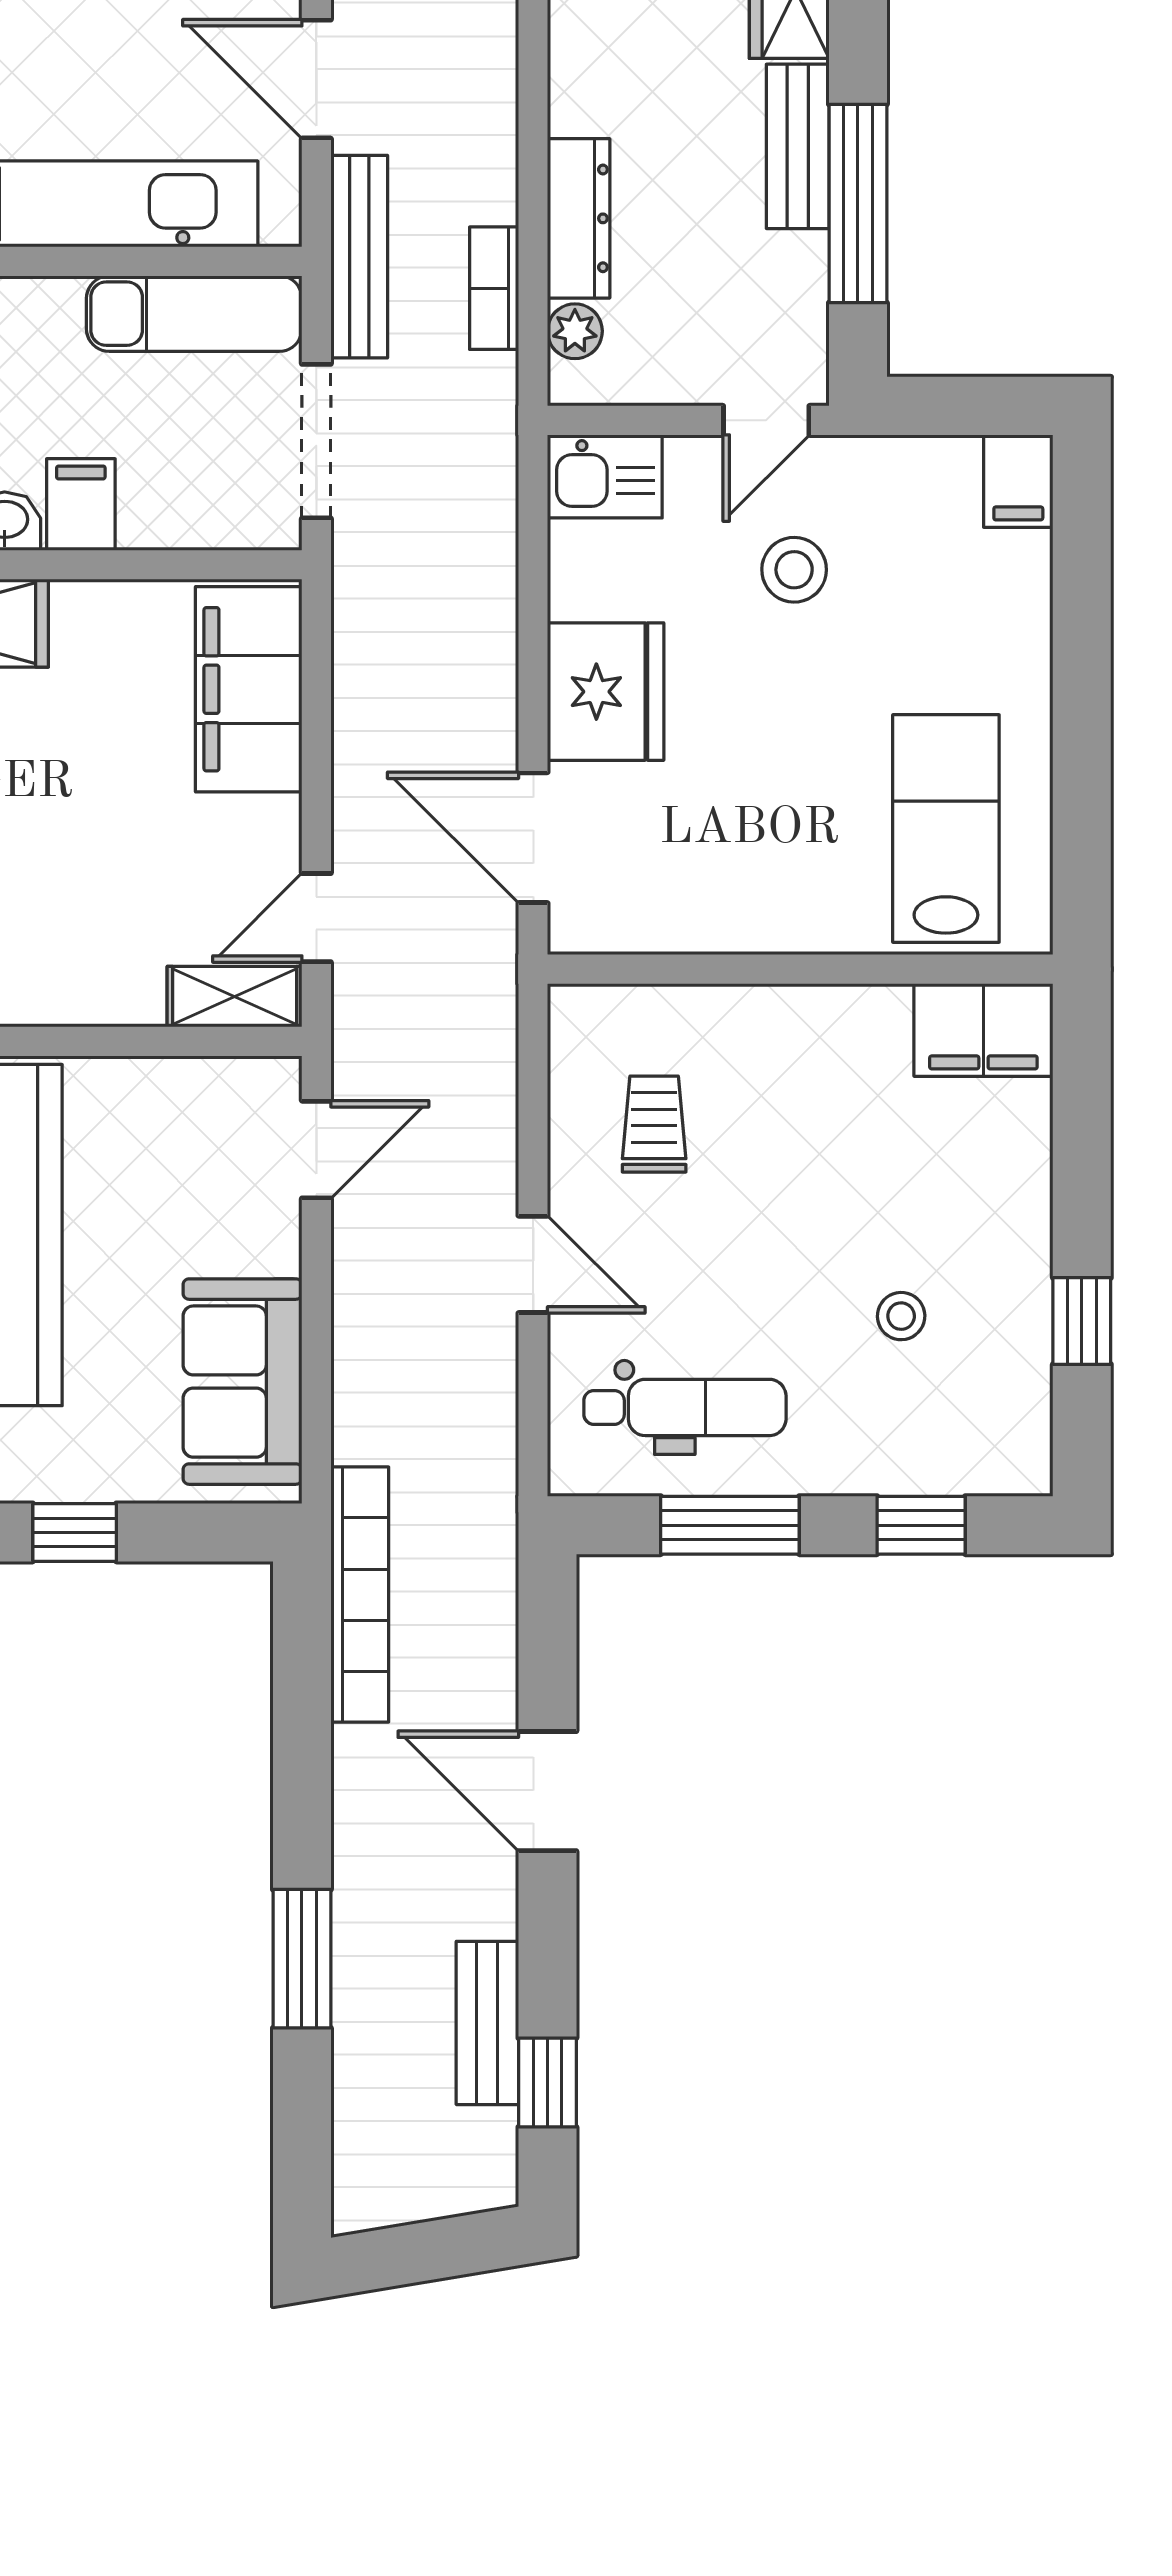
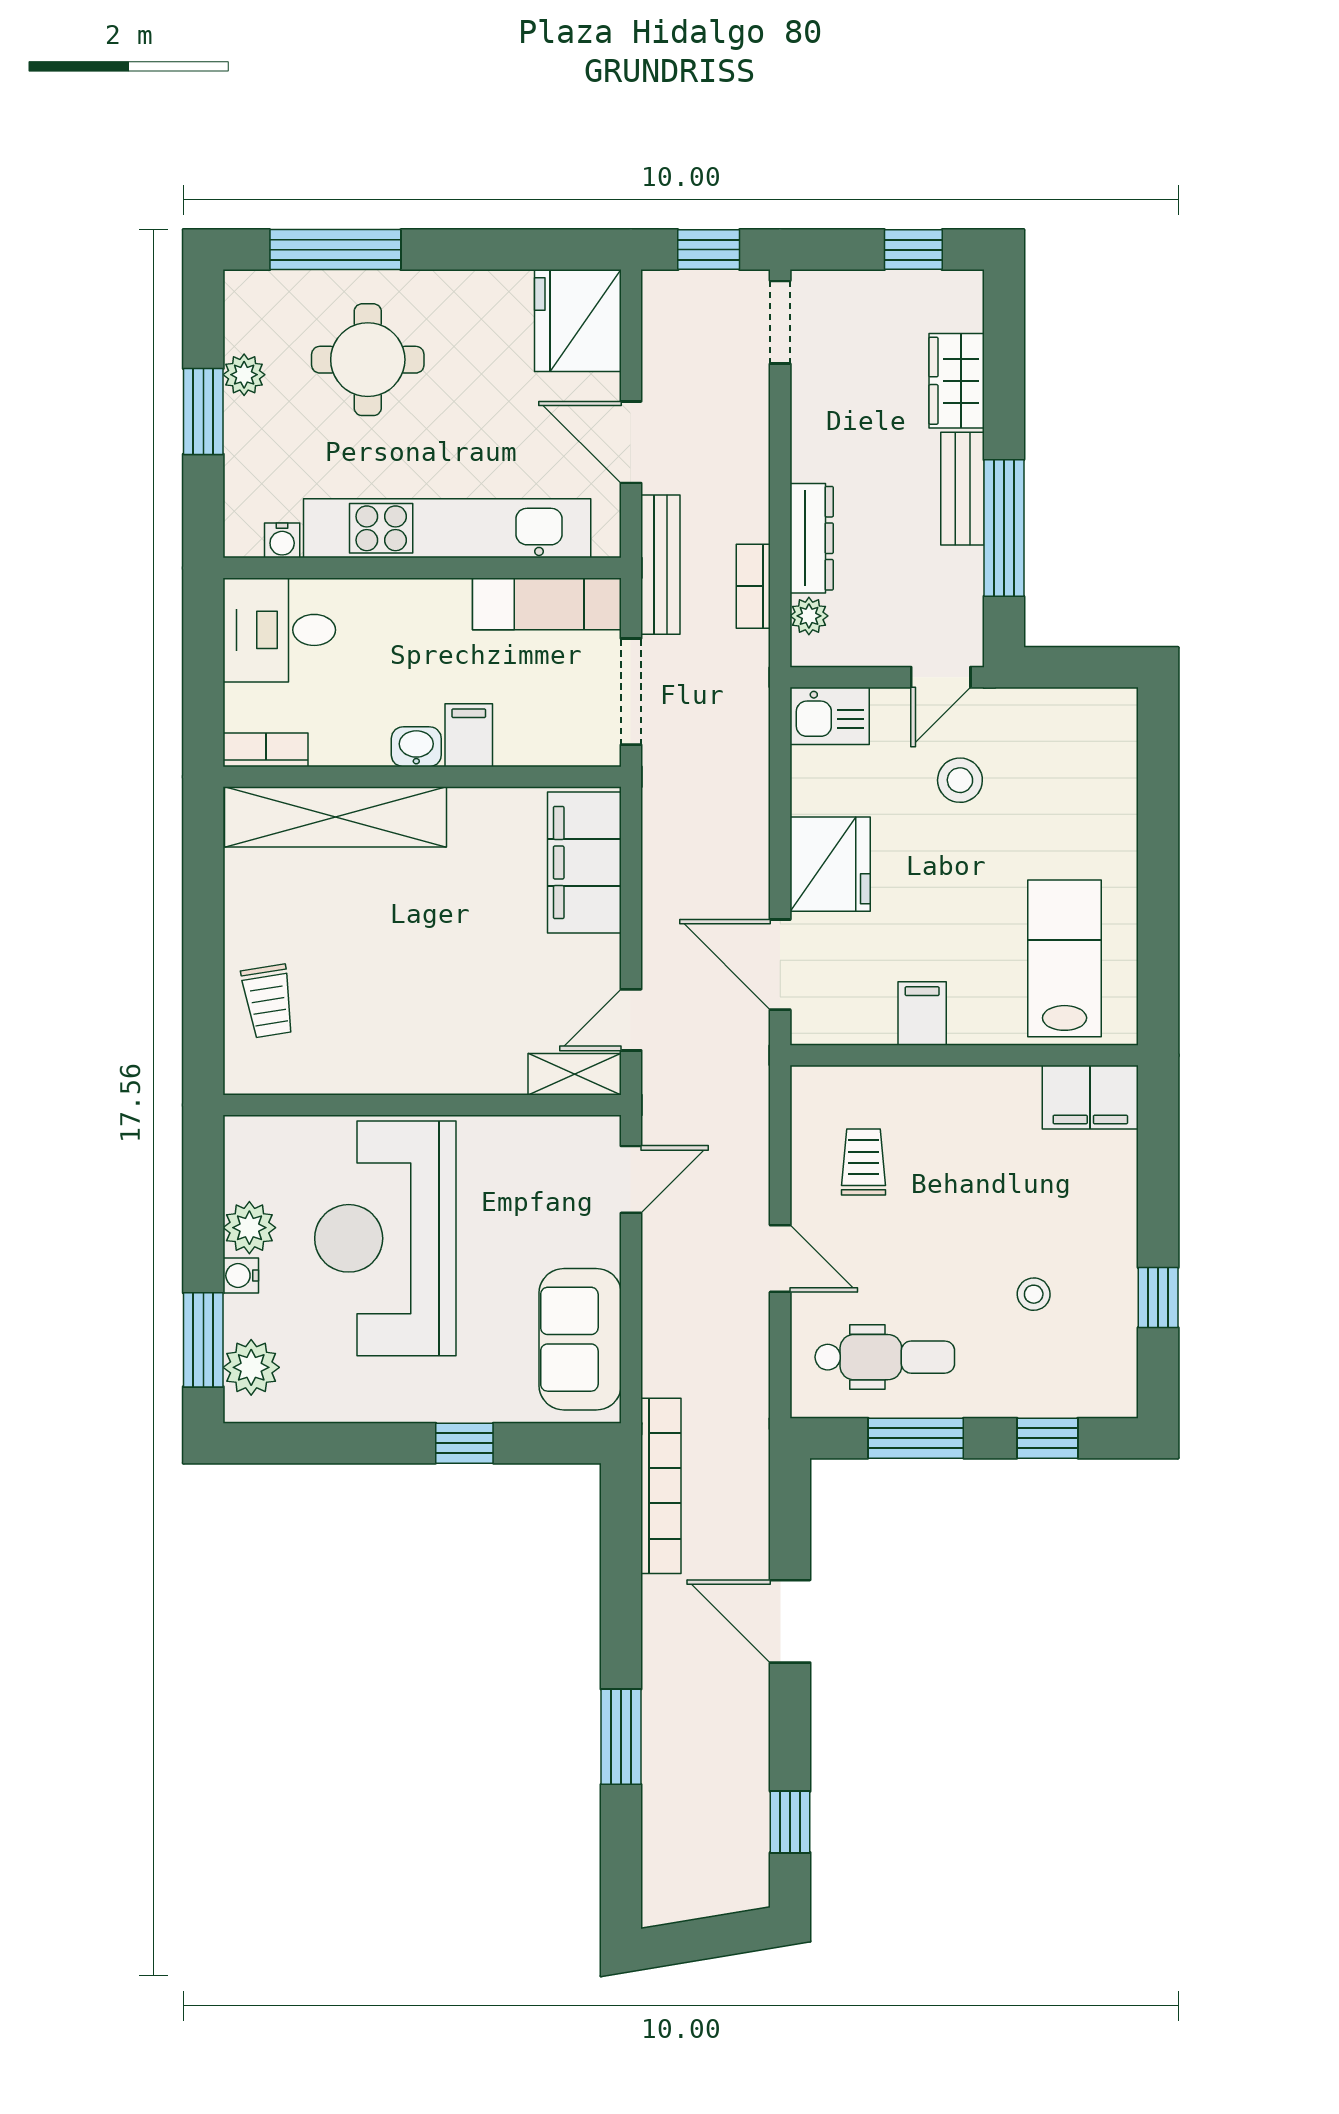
filing cabinet: (1018, 481) -> (922, 1013), moved, turned 180
bench: (487, 2023) -> (749, 1781), removed

